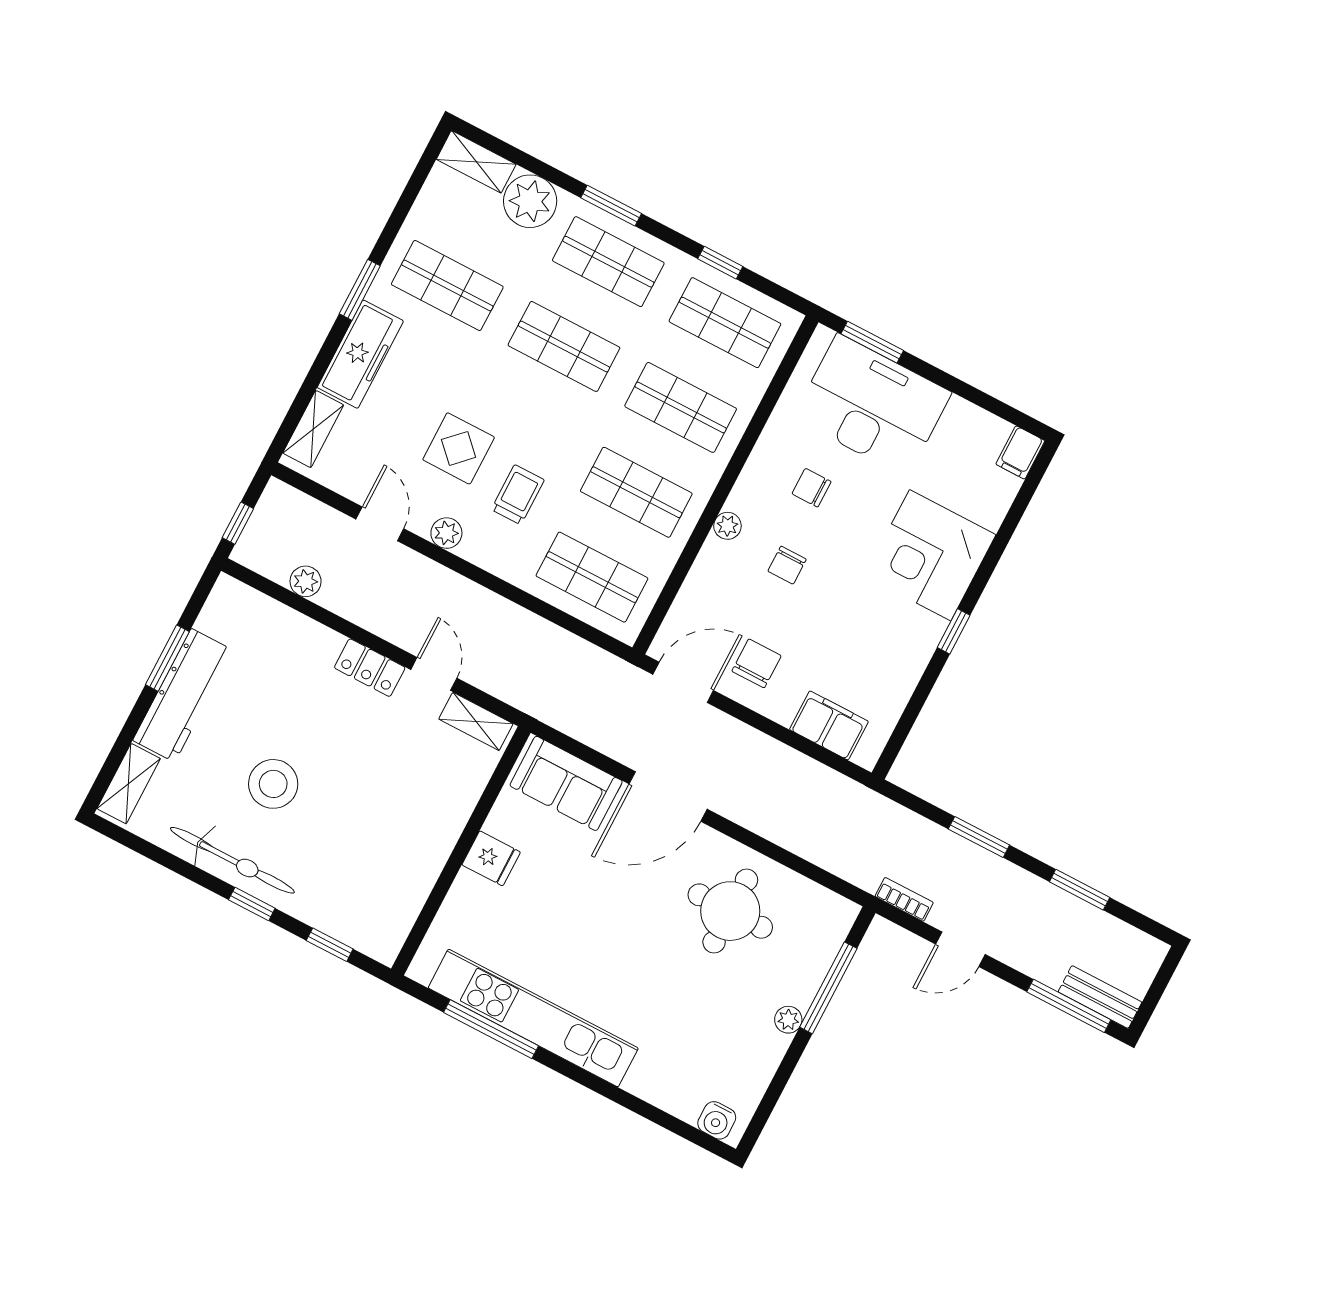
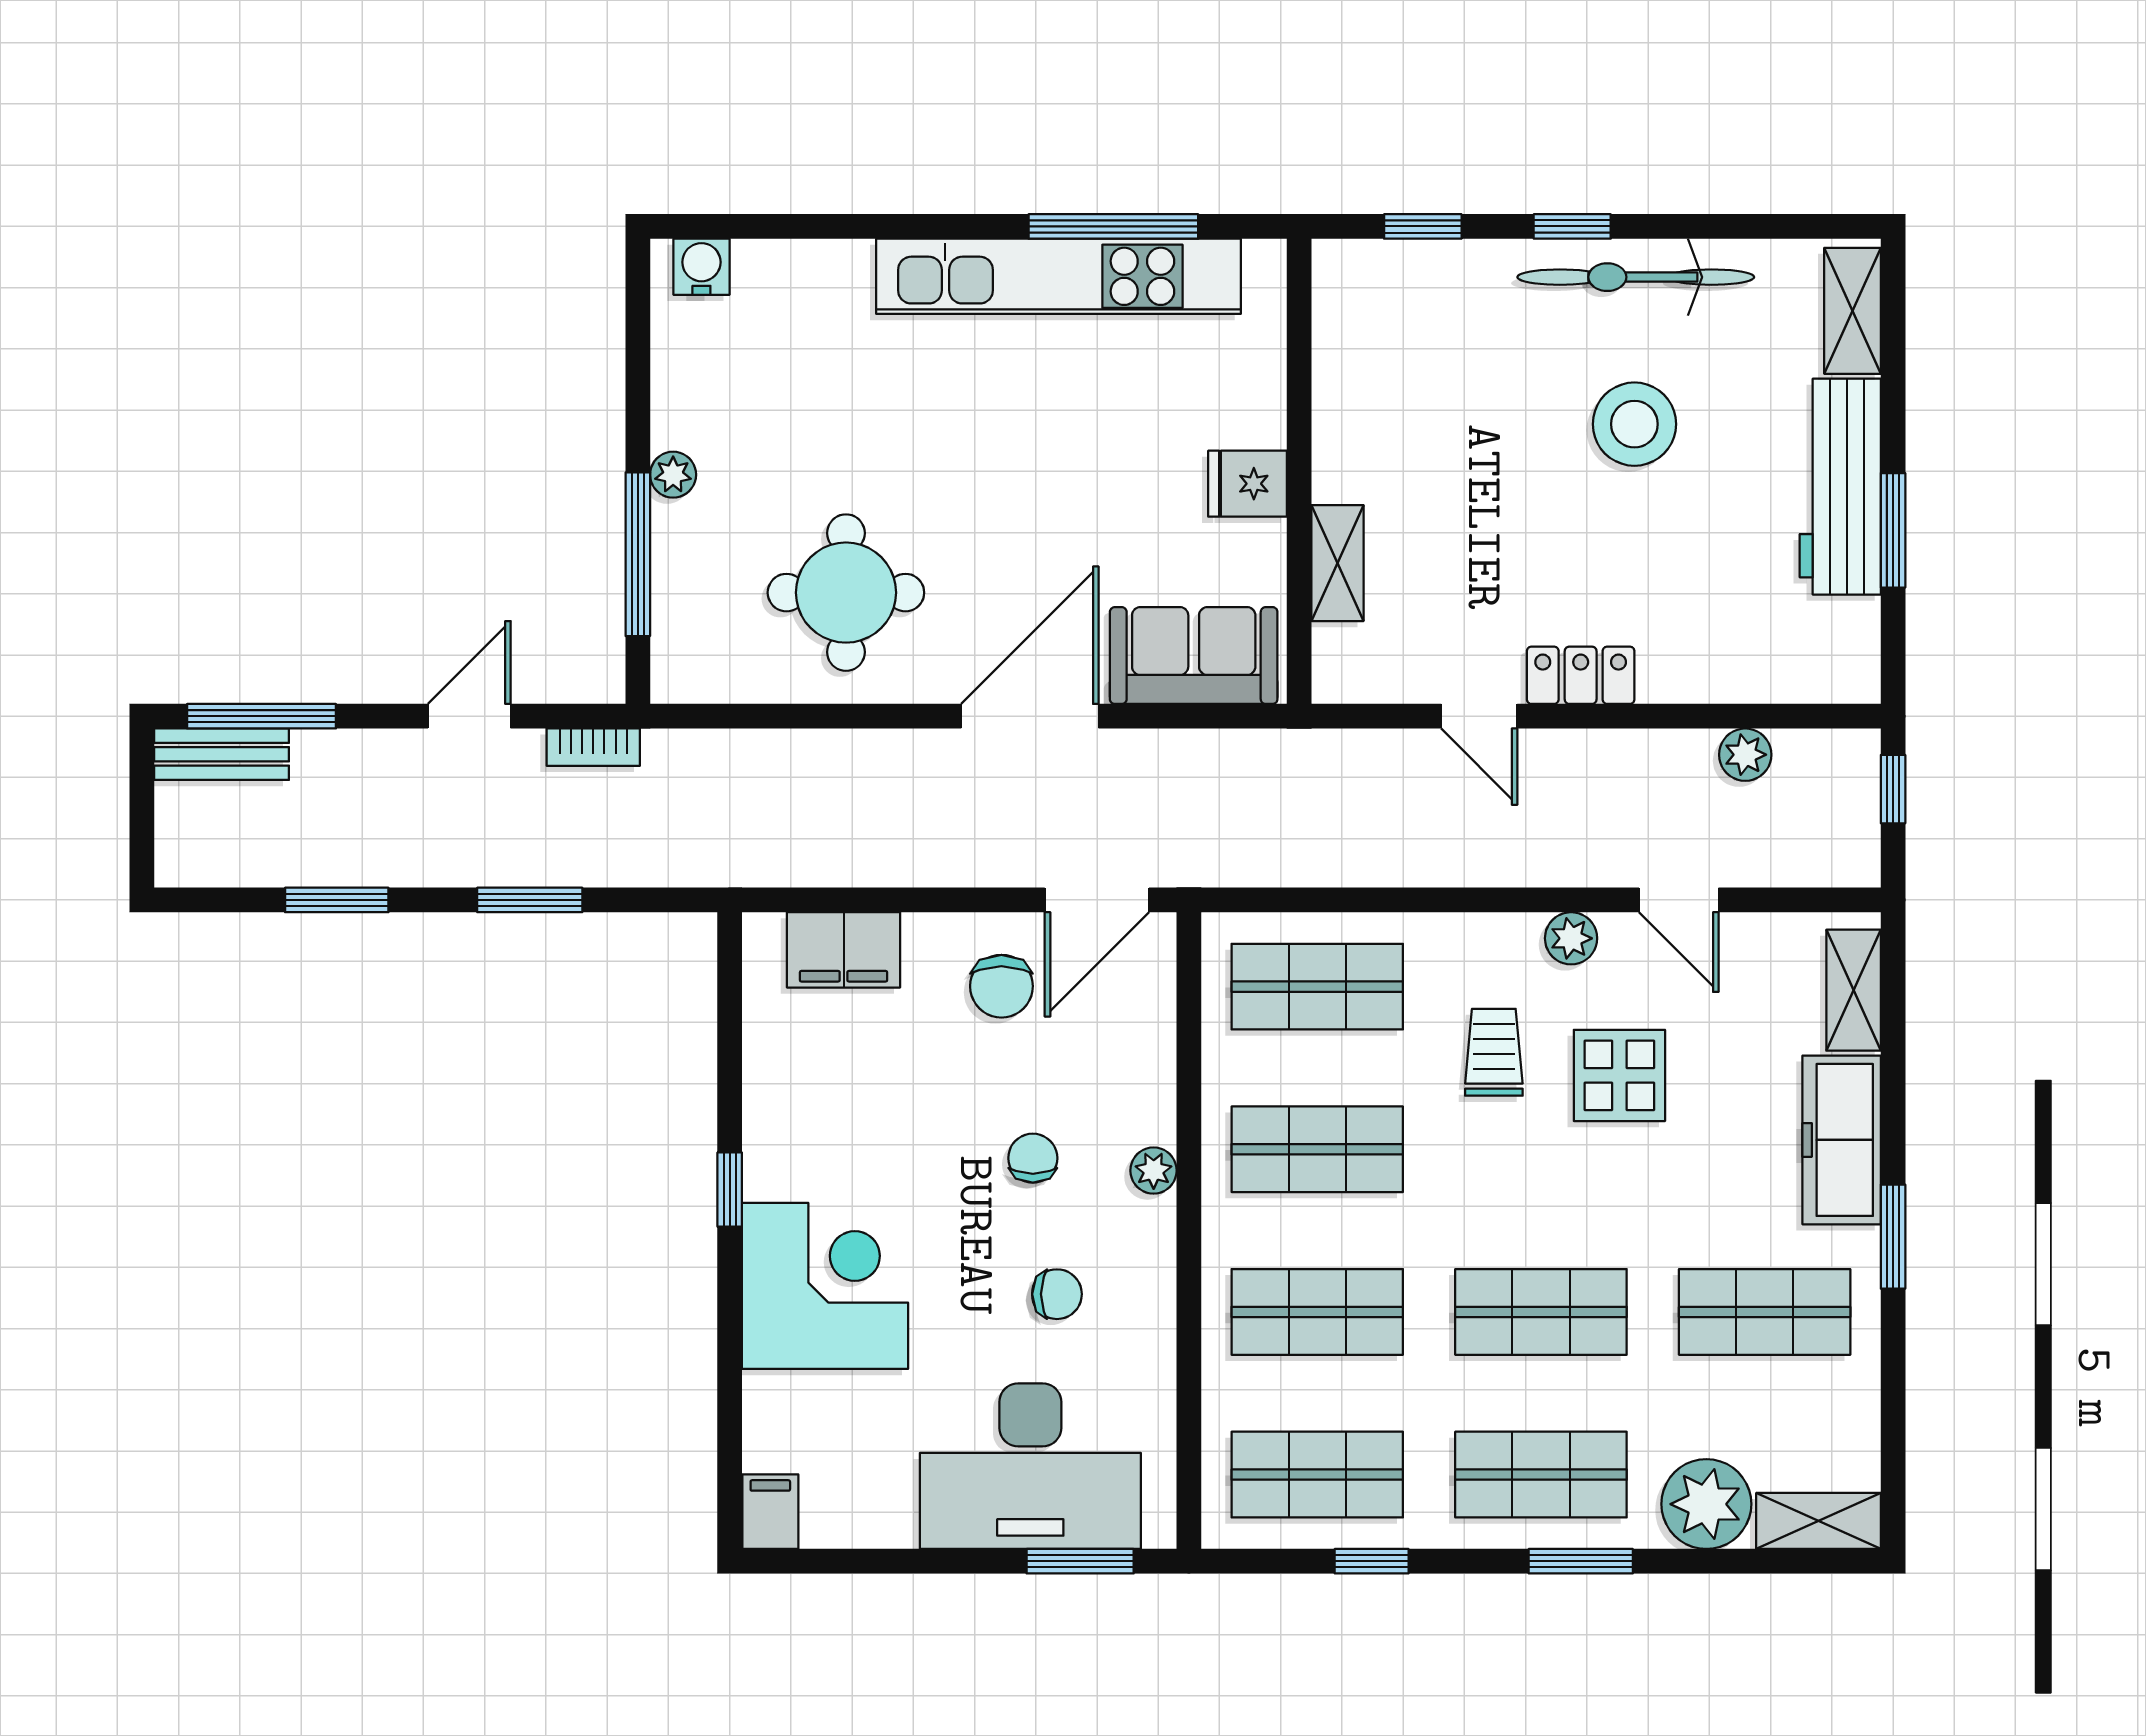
trolley: (518, 495) -> (1494, 1052), turned 180
shelving: (476, 721) -> (1337, 563), moved, turned 90

